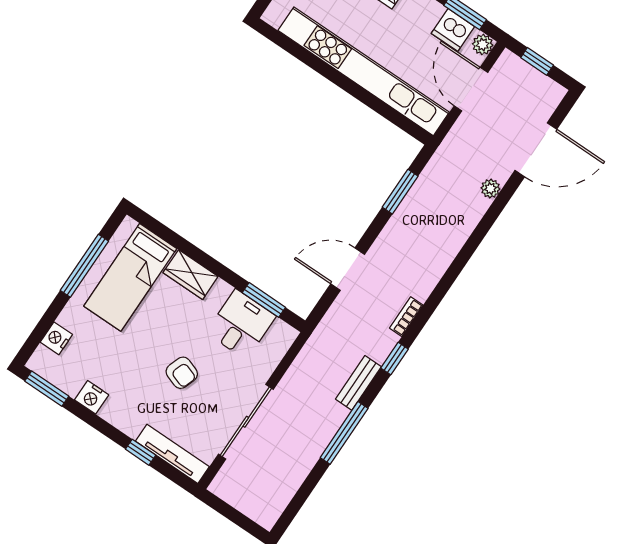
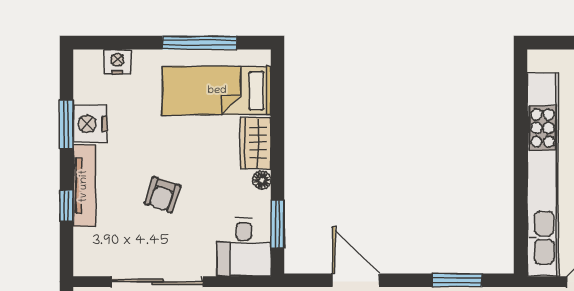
floor lamp: (222, 289) -> (262, 180), added
desk: (241, 324) -> (244, 247), moved, turned 90
window: (47, 389) -> (66, 124), moved
nightstand: (92, 397) -> (90, 124), width x1.36, depth x1.33
tv unit: (172, 454) -> (84, 186), moved

